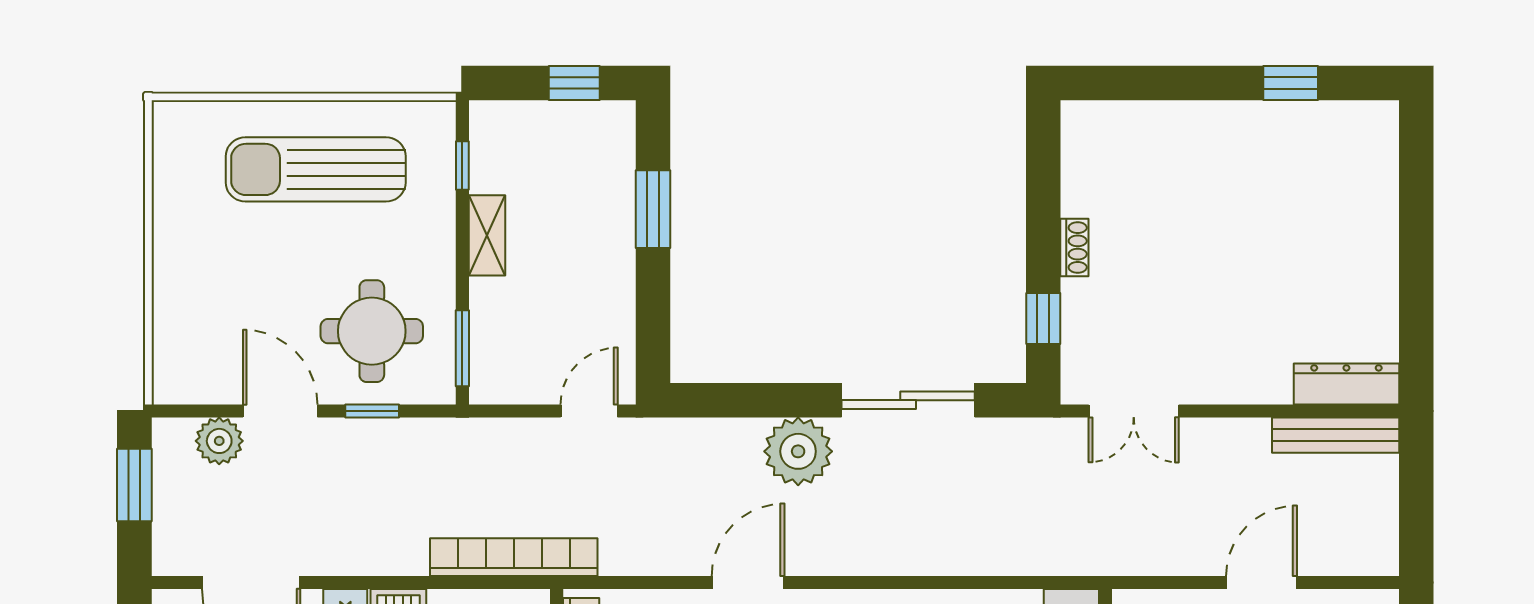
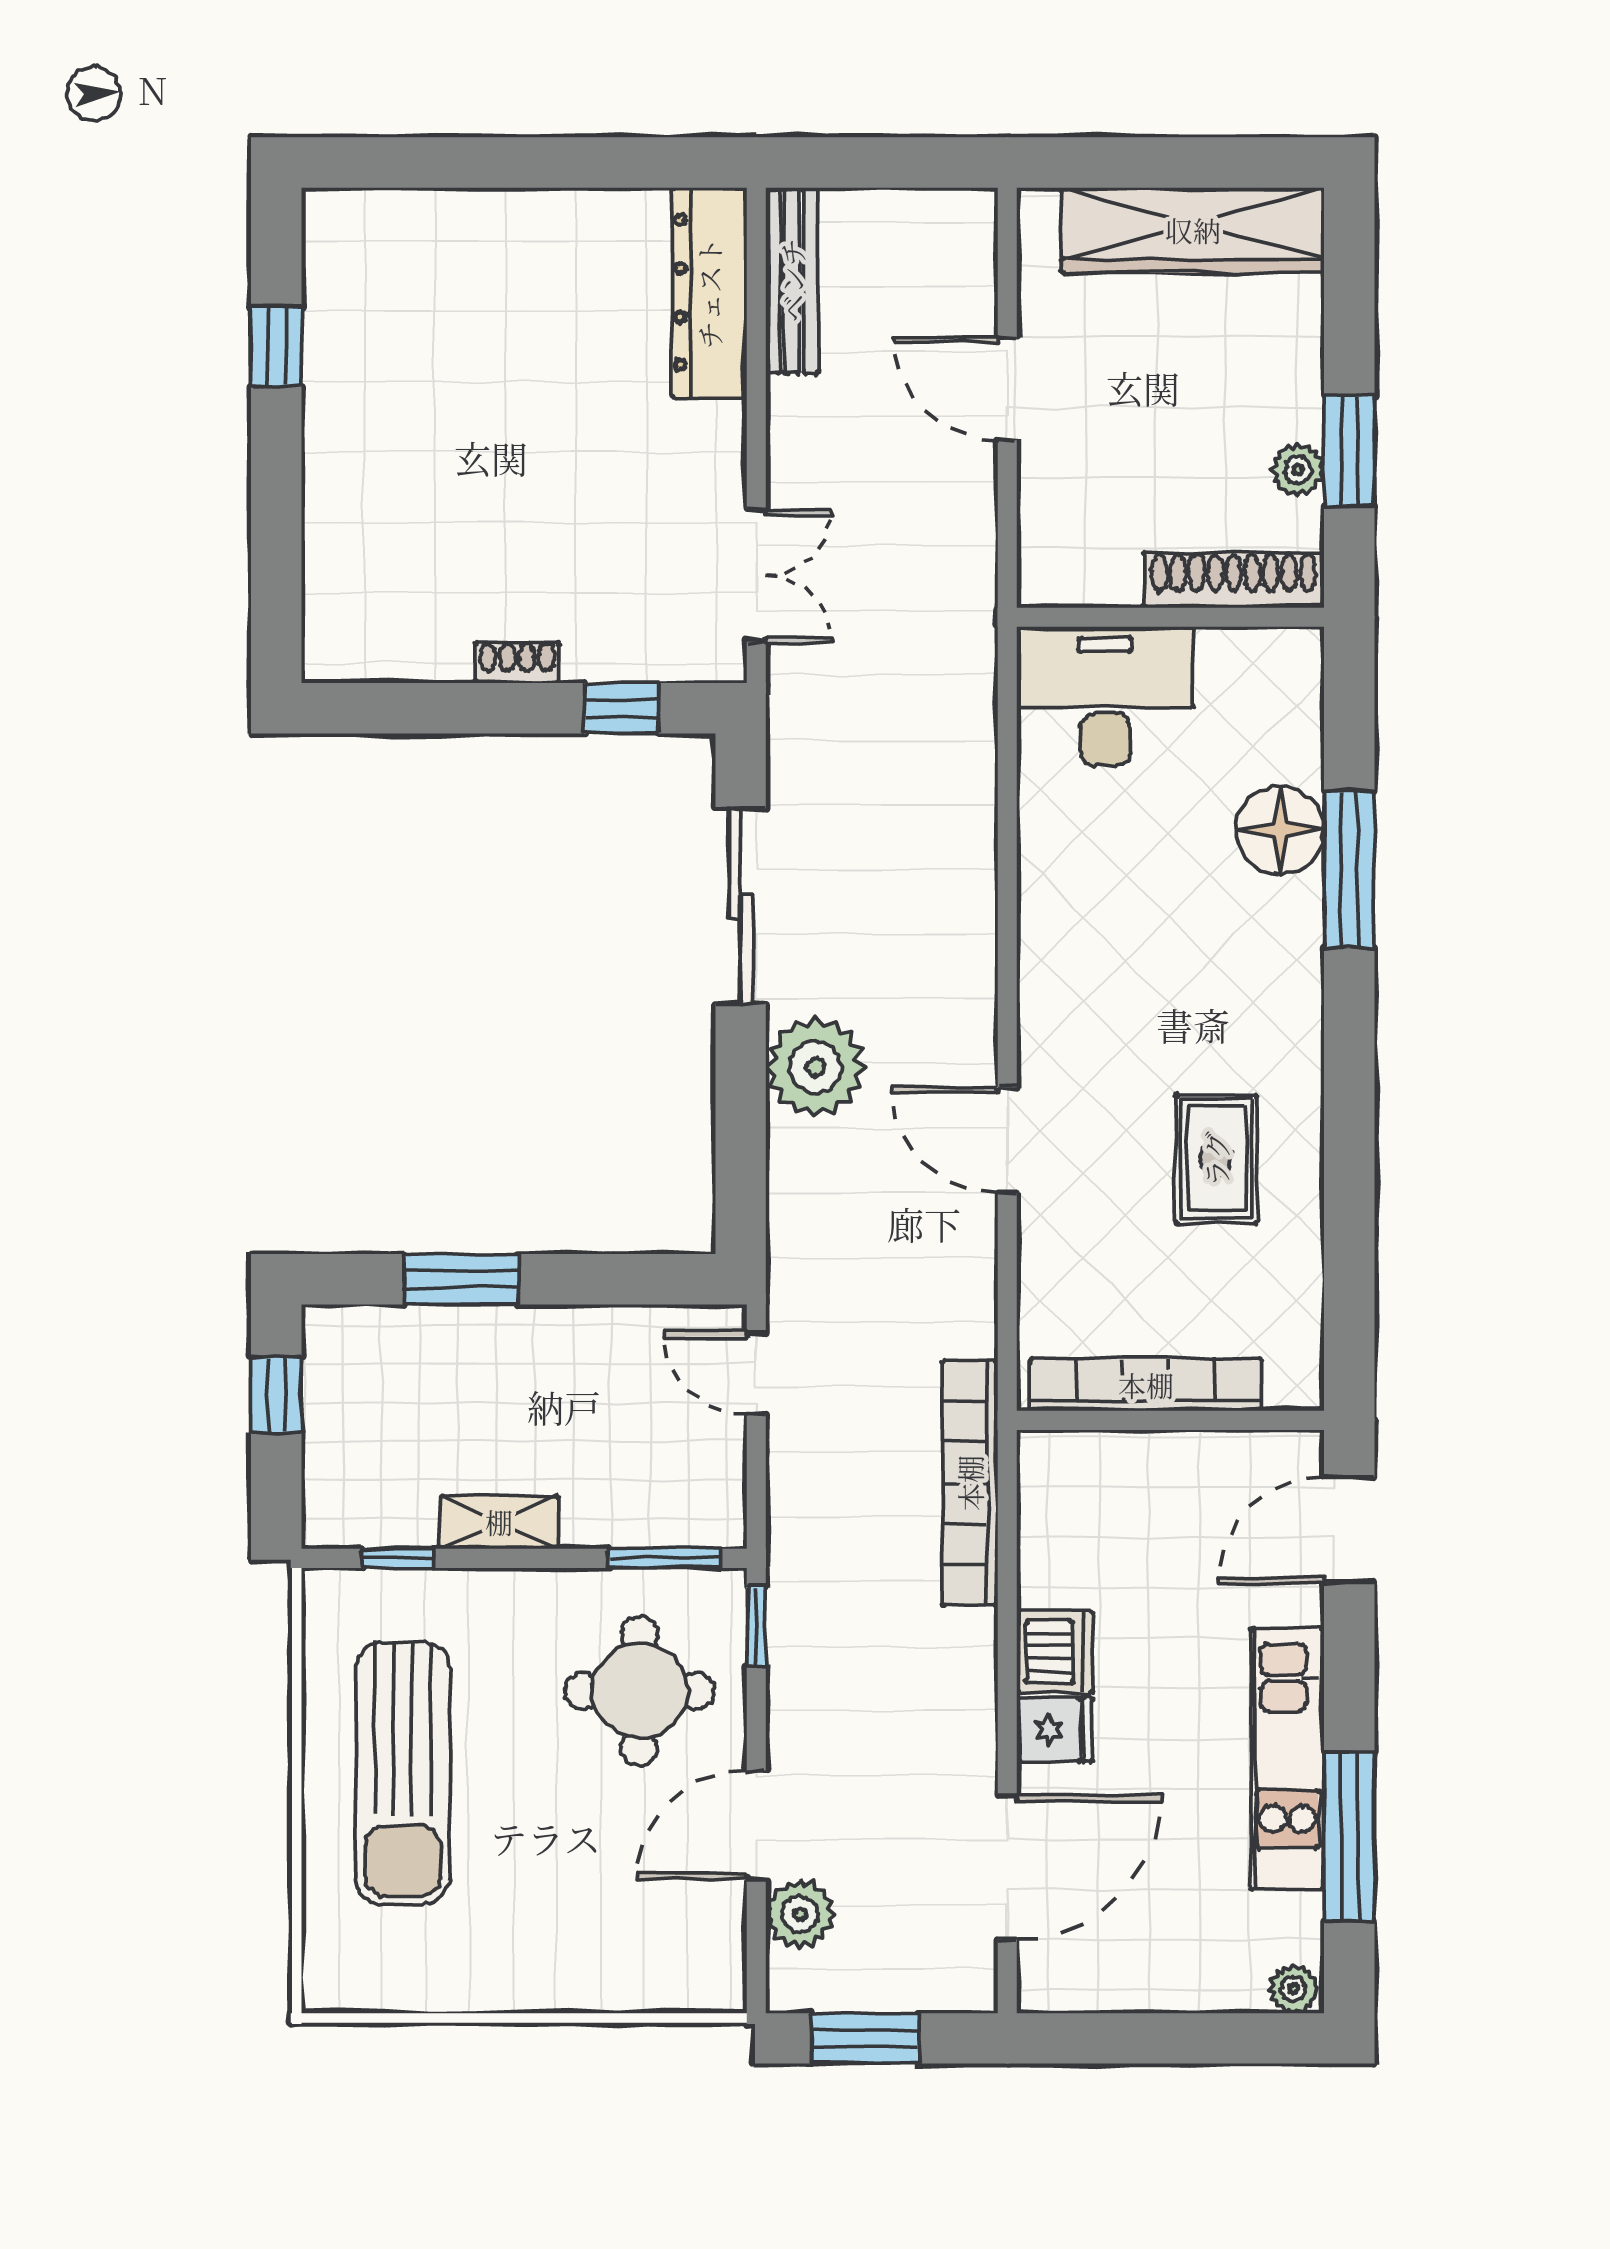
dresser: (1346, 384) -> (709, 293), width x1.37, depth x1.24
window: (372, 411) -> (756, 1627), moved

